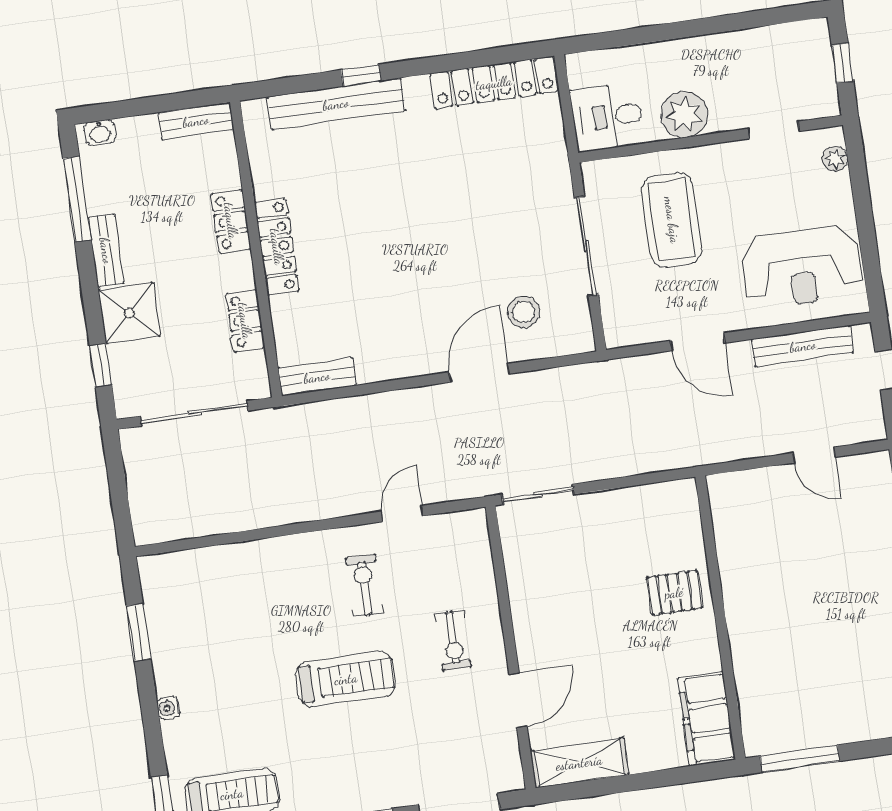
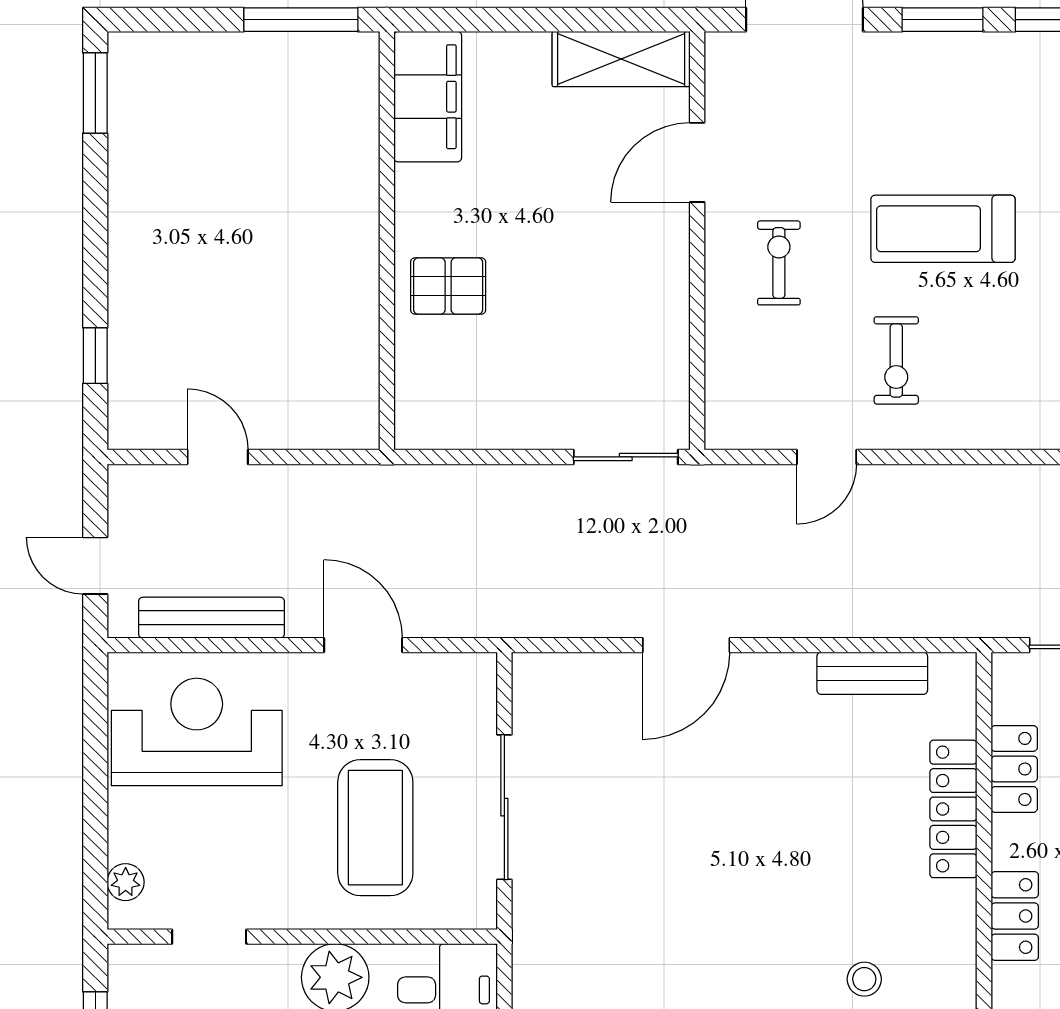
locker: (277, 247) -> (953, 809), moved
stool: (524, 312) -> (864, 979), moved, width x0.73, depth x0.73
bench: (317, 377) -> (872, 673), moved

